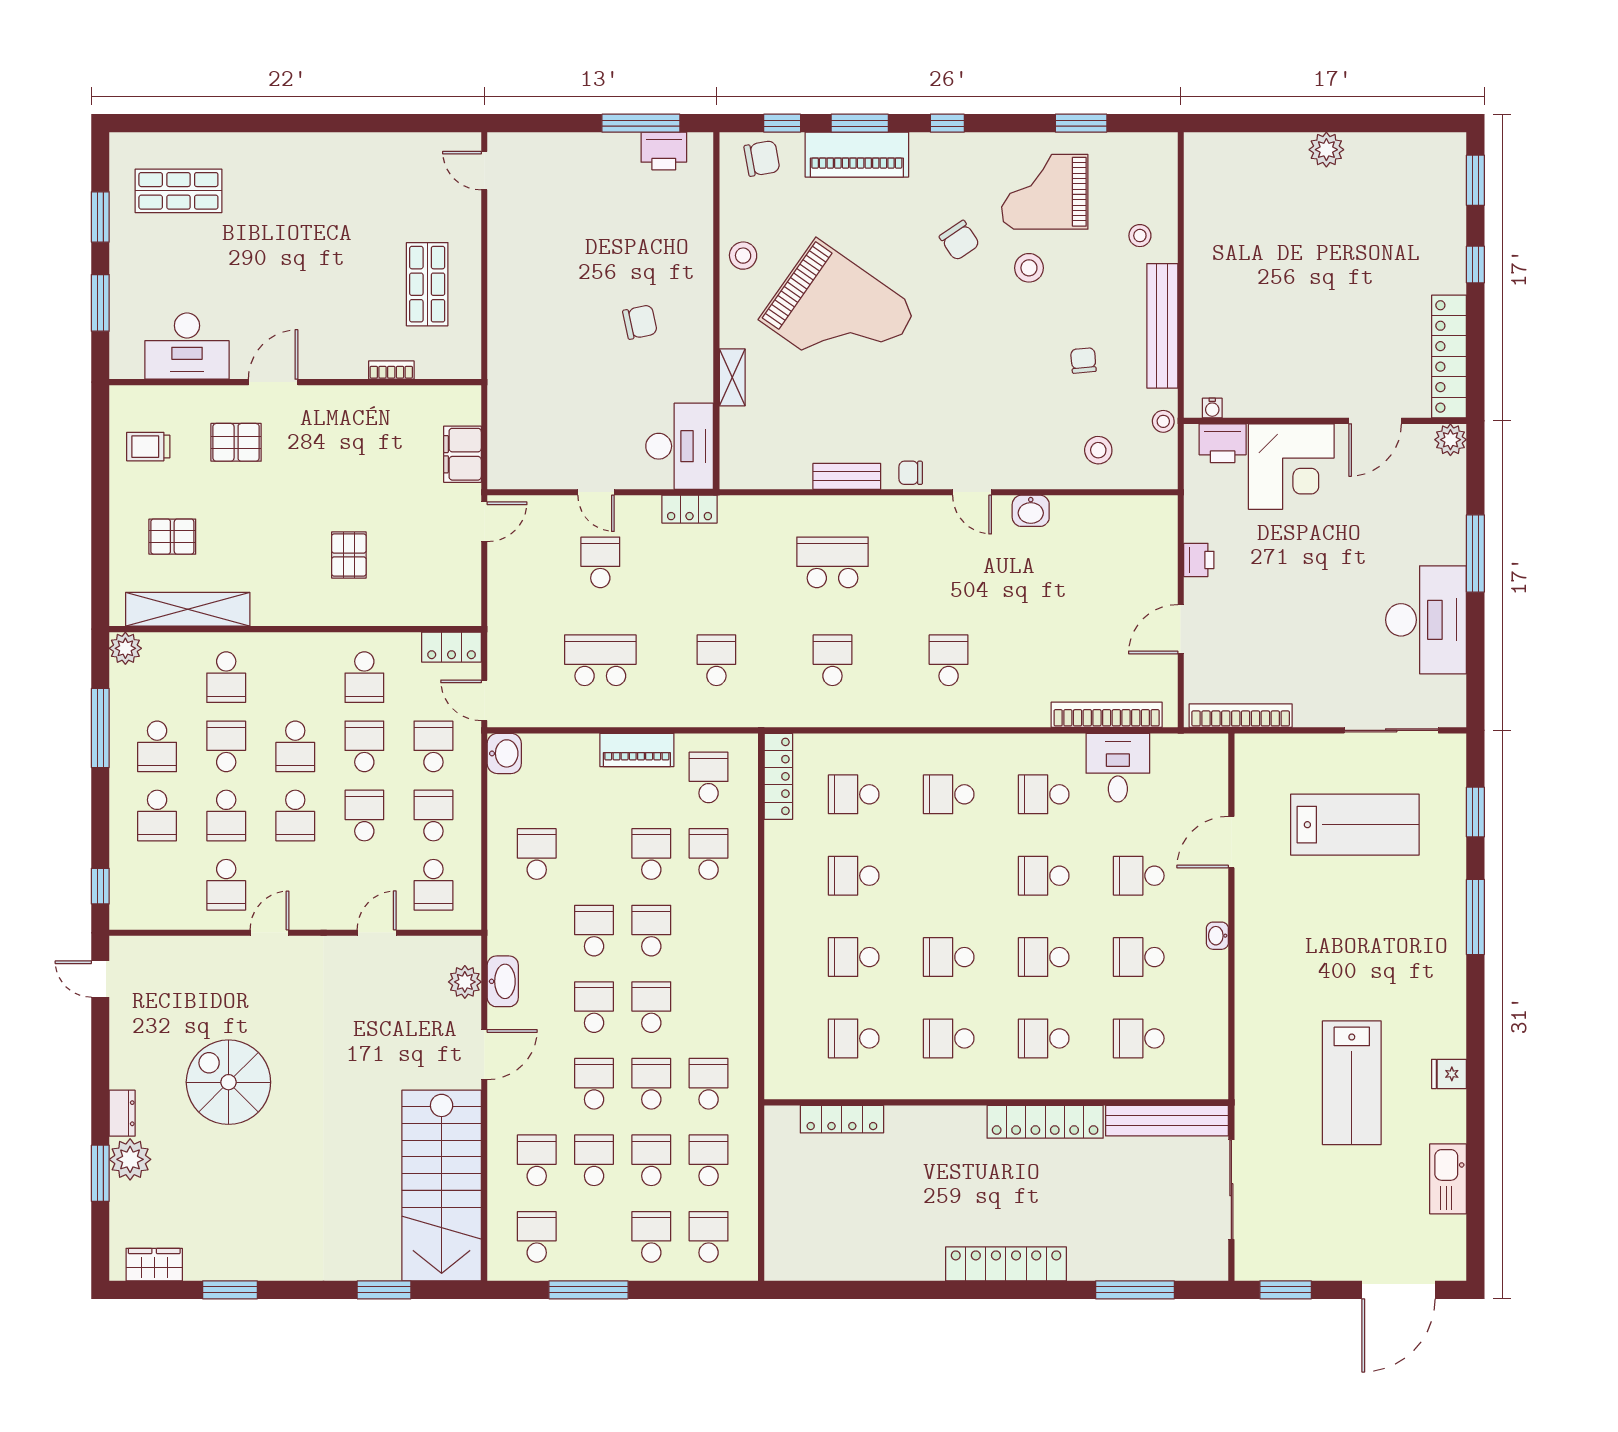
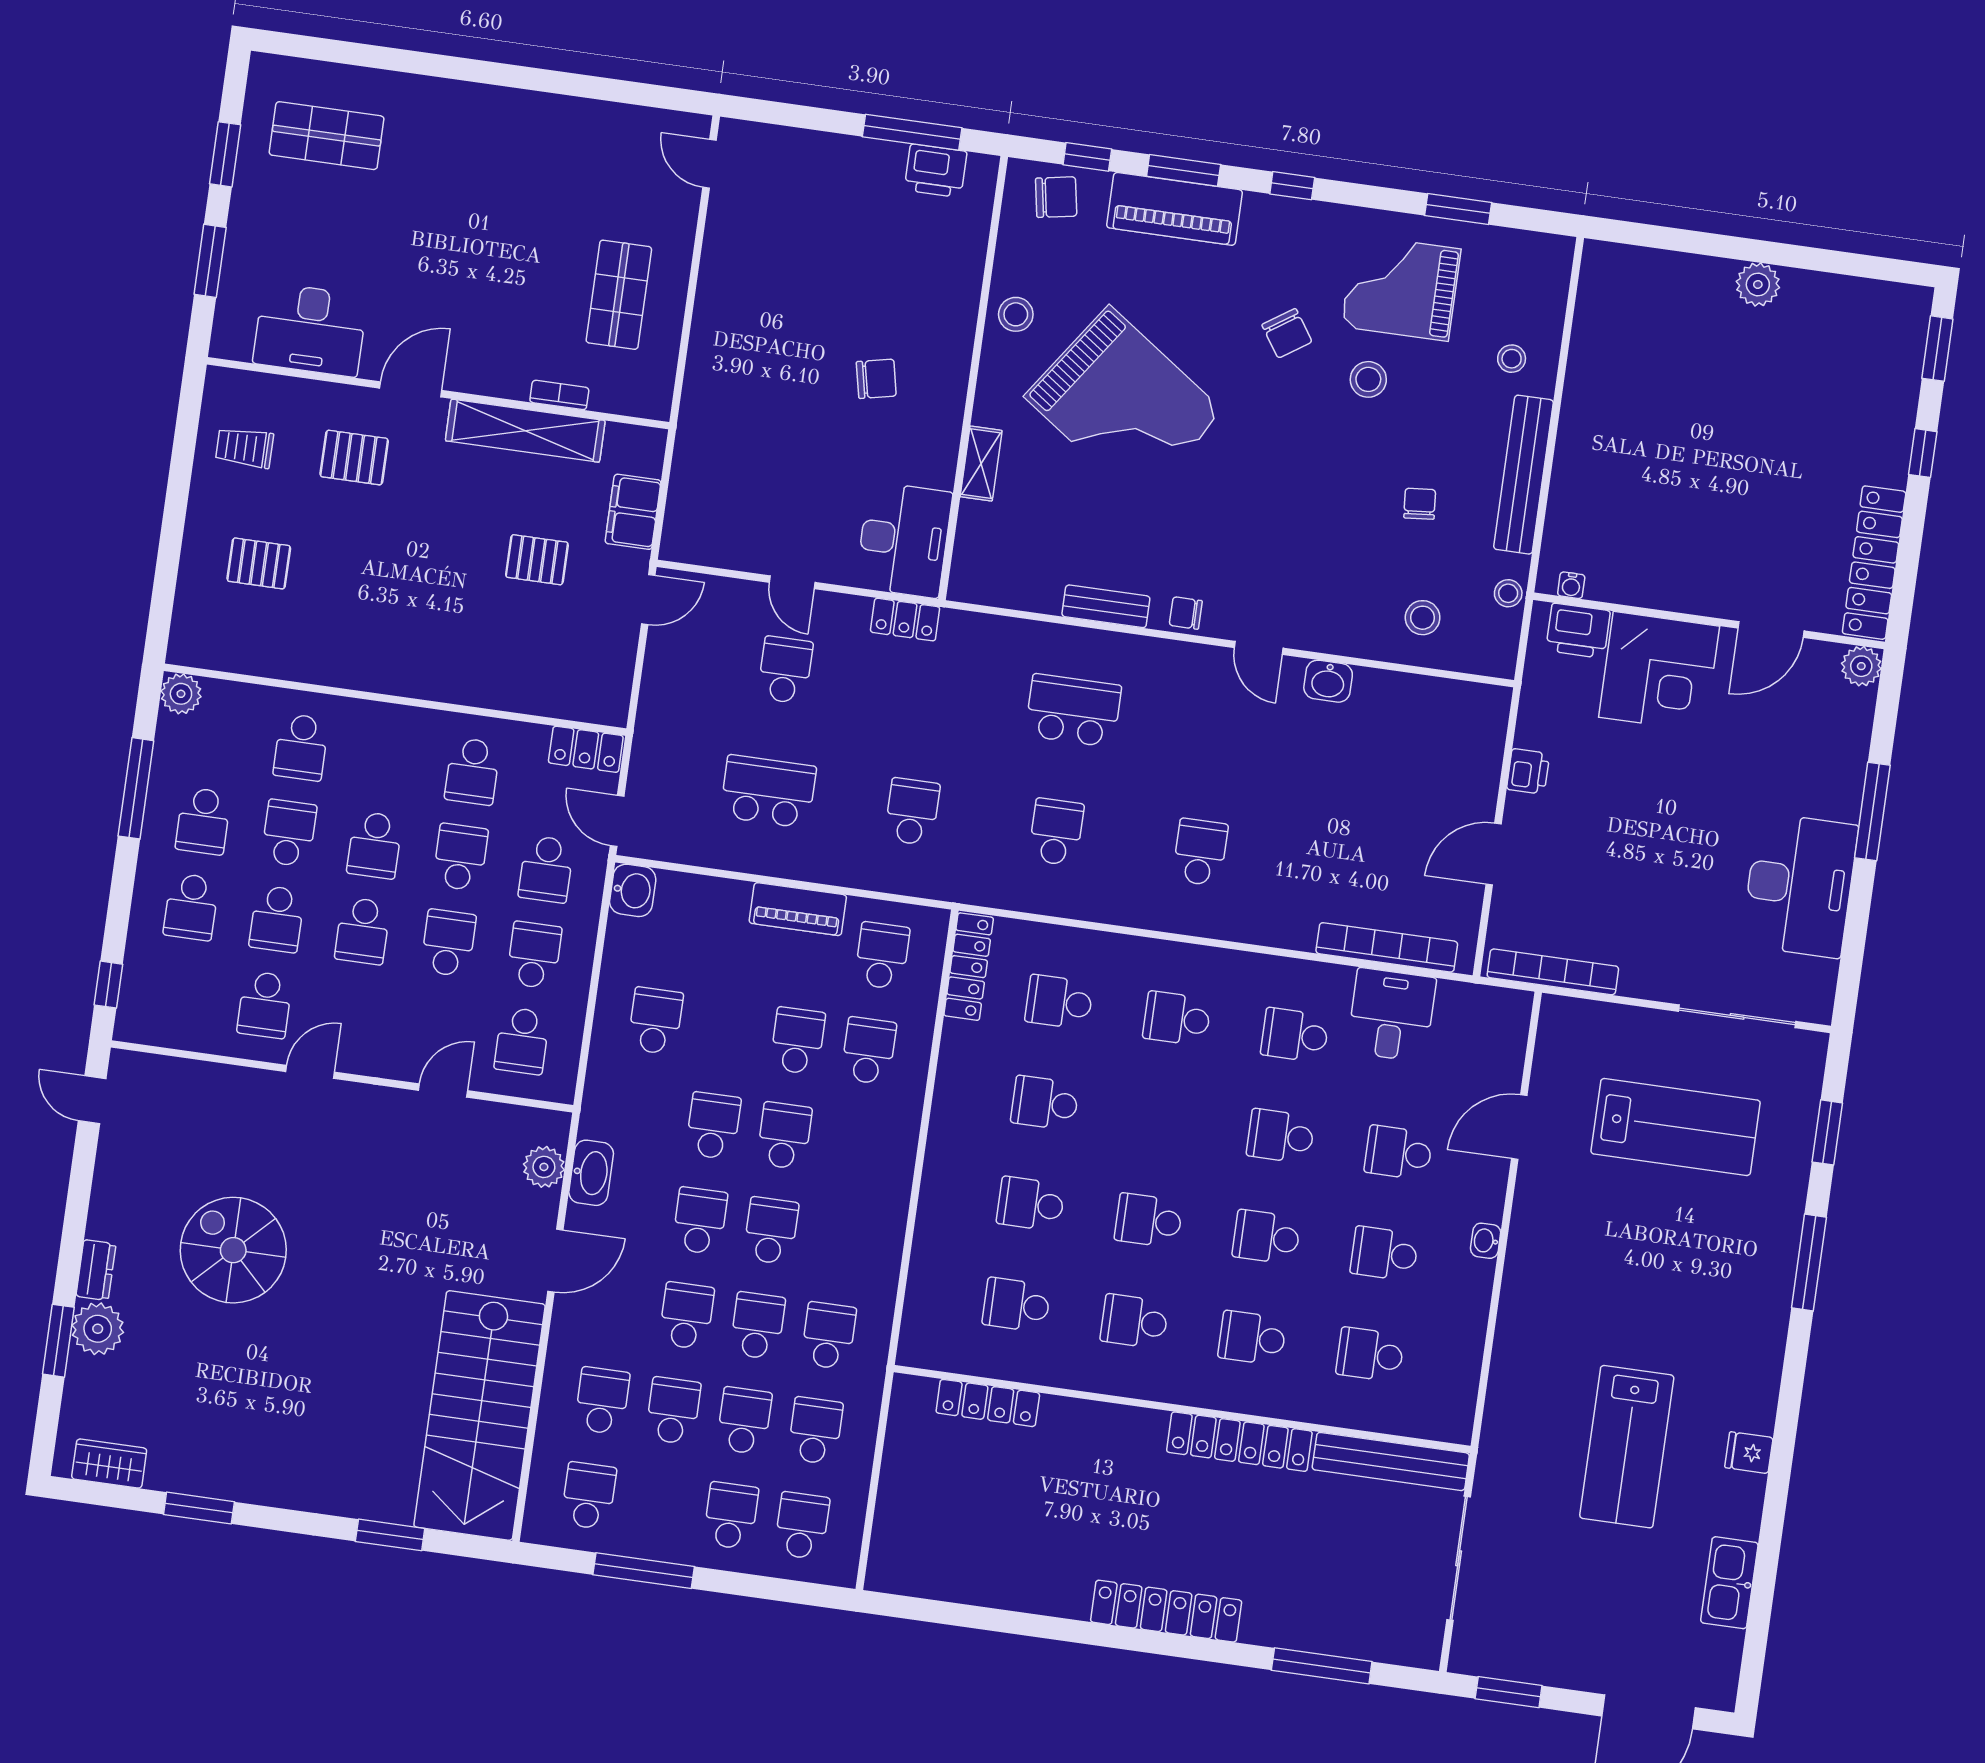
pallet: (349, 555) -> (537, 560), moved, turned 90
shelving: (188, 609) -> (525, 431), moved
school desk: (433, 746) -> (546, 869), turned 180

